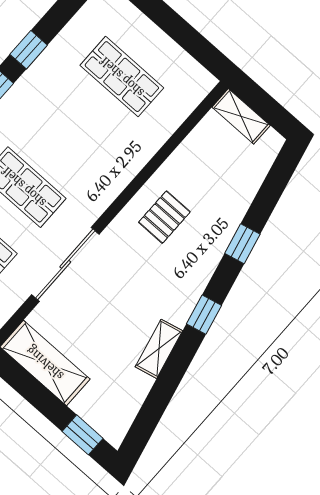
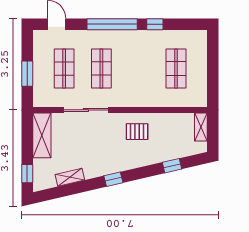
window: (242, 244) -> (172, 166), moved
shelving: (159, 349) -> (70, 177), moved

